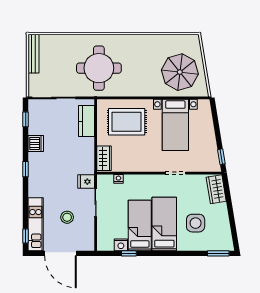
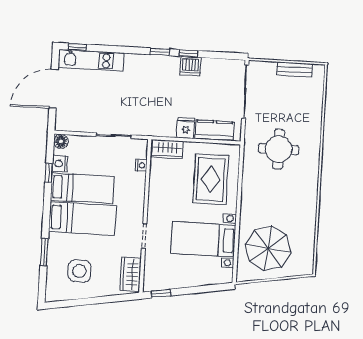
bench: (33, 54) -> (295, 69), width x0.73
round table: (99, 68) -> (279, 149), width x0.73, depth x0.73
window: (26, 119) -> (188, 53), moved
fridge: (86, 182) -> (186, 128), moved
wardrobe: (216, 189) -> (131, 274), moved, turned -81
stool: (67, 217) -> (98, 100), removed
side table: (196, 223) -> (79, 271), moved
floor lamp: (103, 245) -> (61, 141), added
window: (218, 253) -> (44, 252), moved

